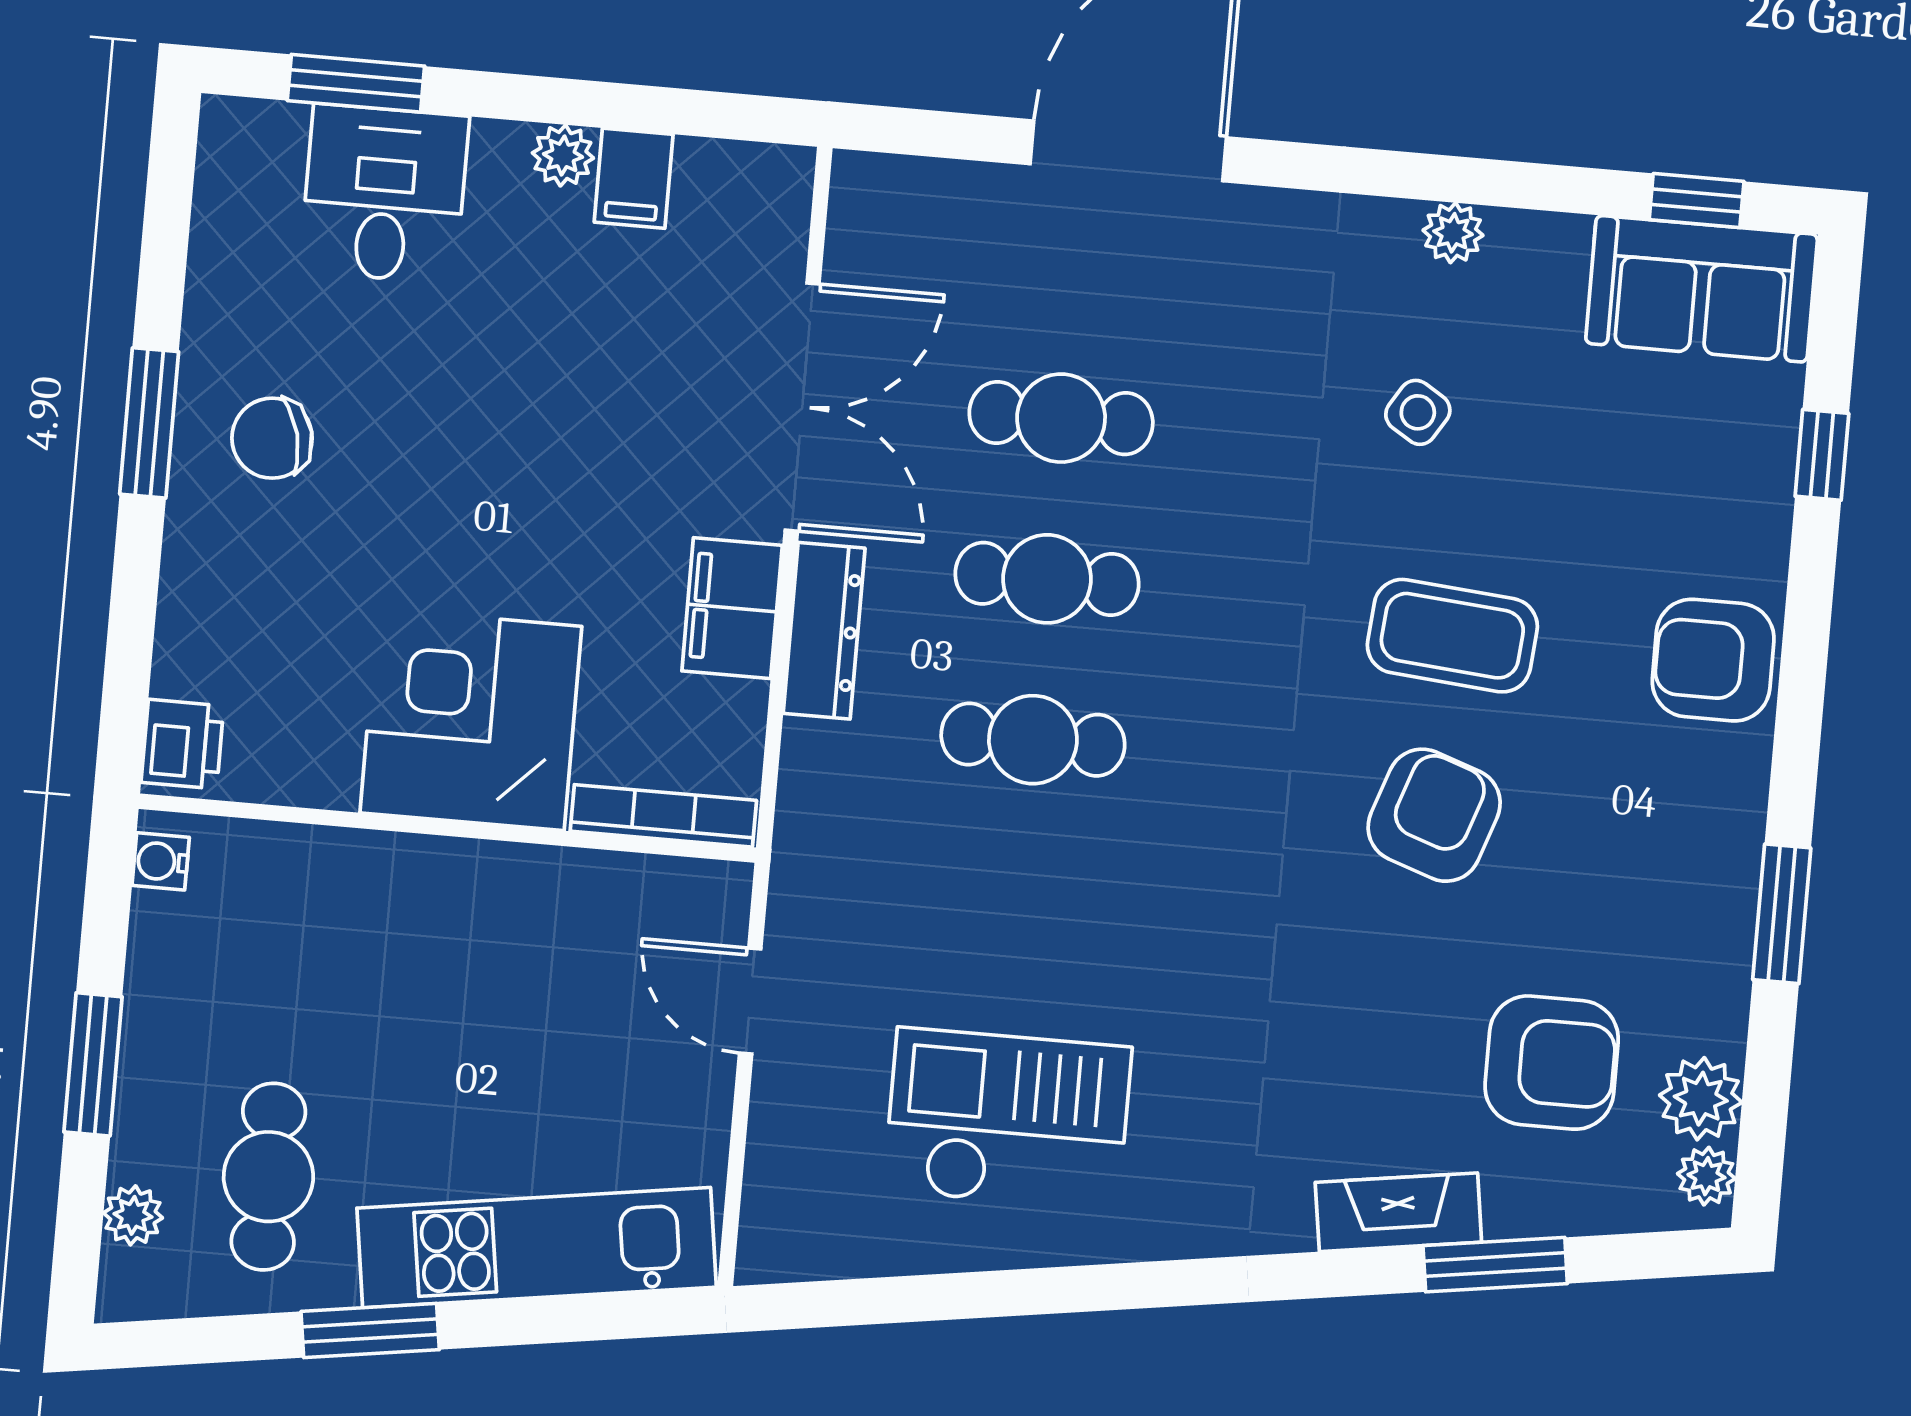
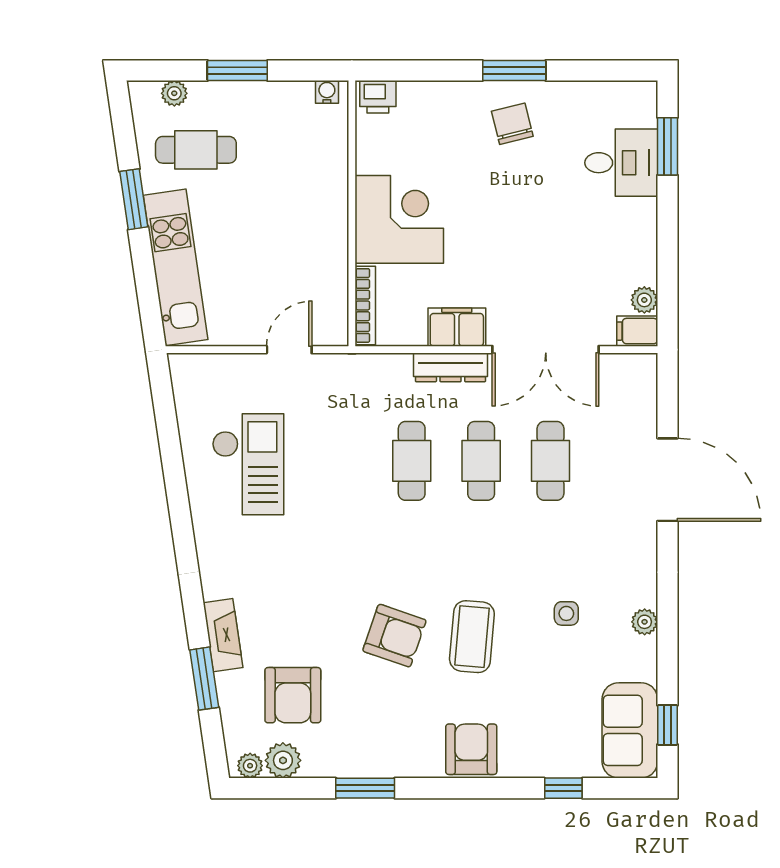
plant: (563, 155) -> (644, 300), moved
filing cabinet: (634, 178) -> (637, 331), moved
side table: (1418, 412) -> (566, 613), turned -32

